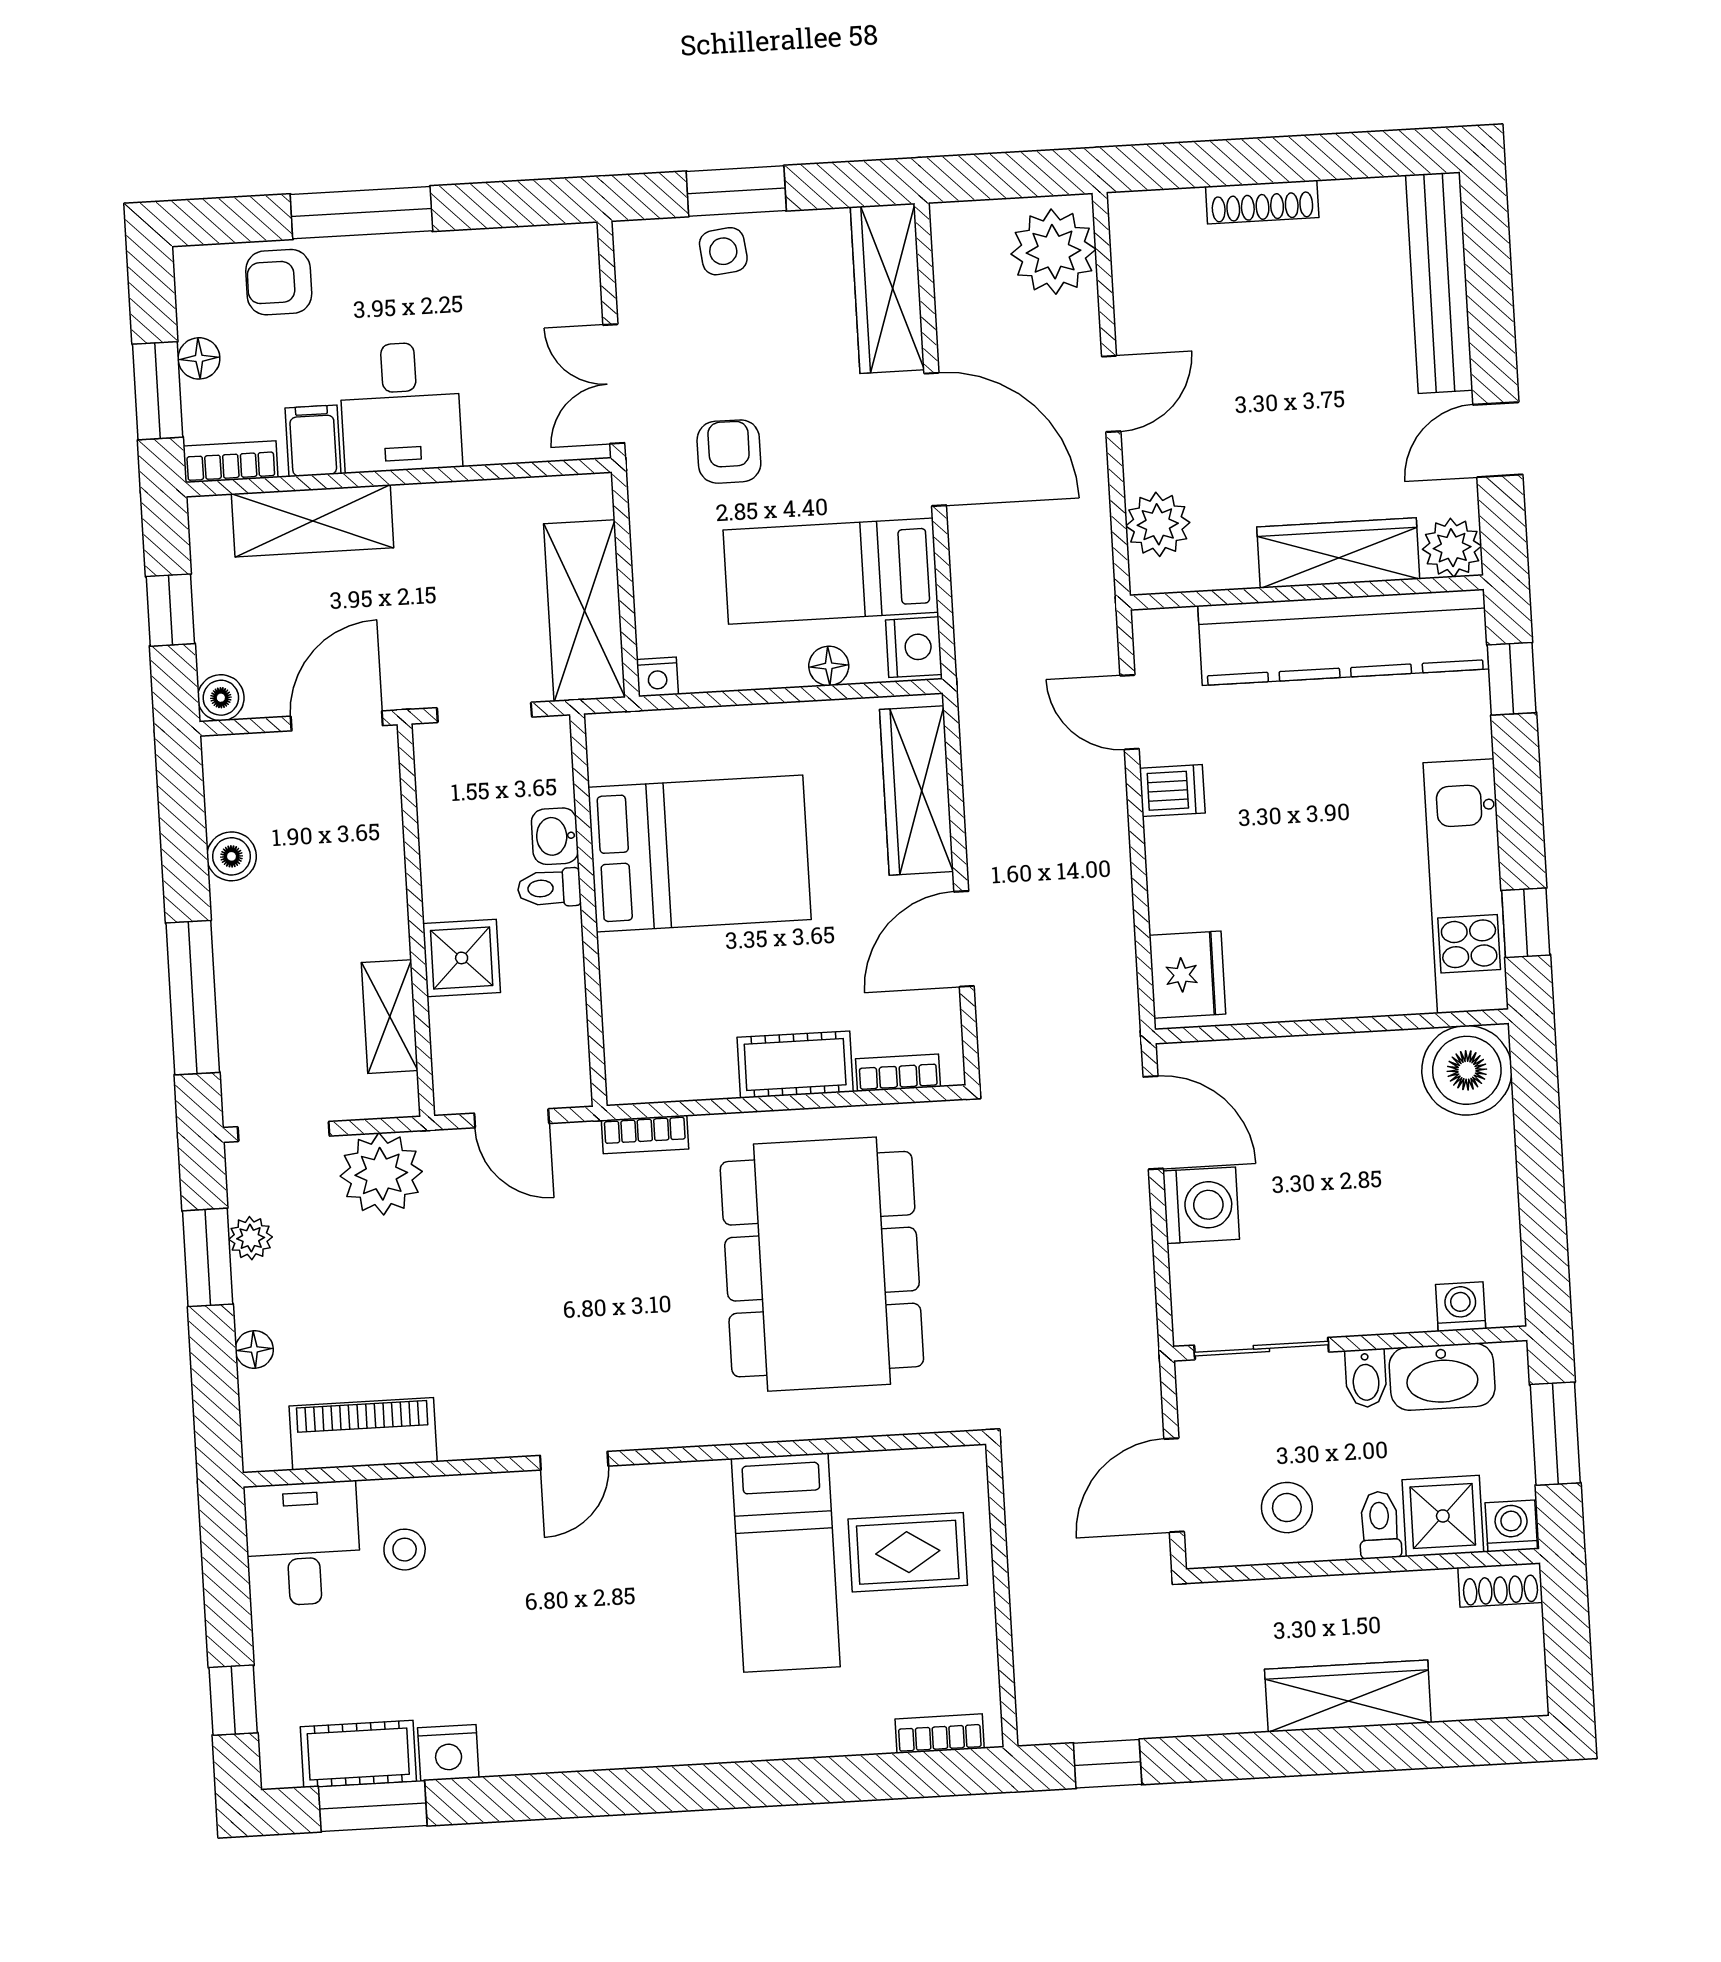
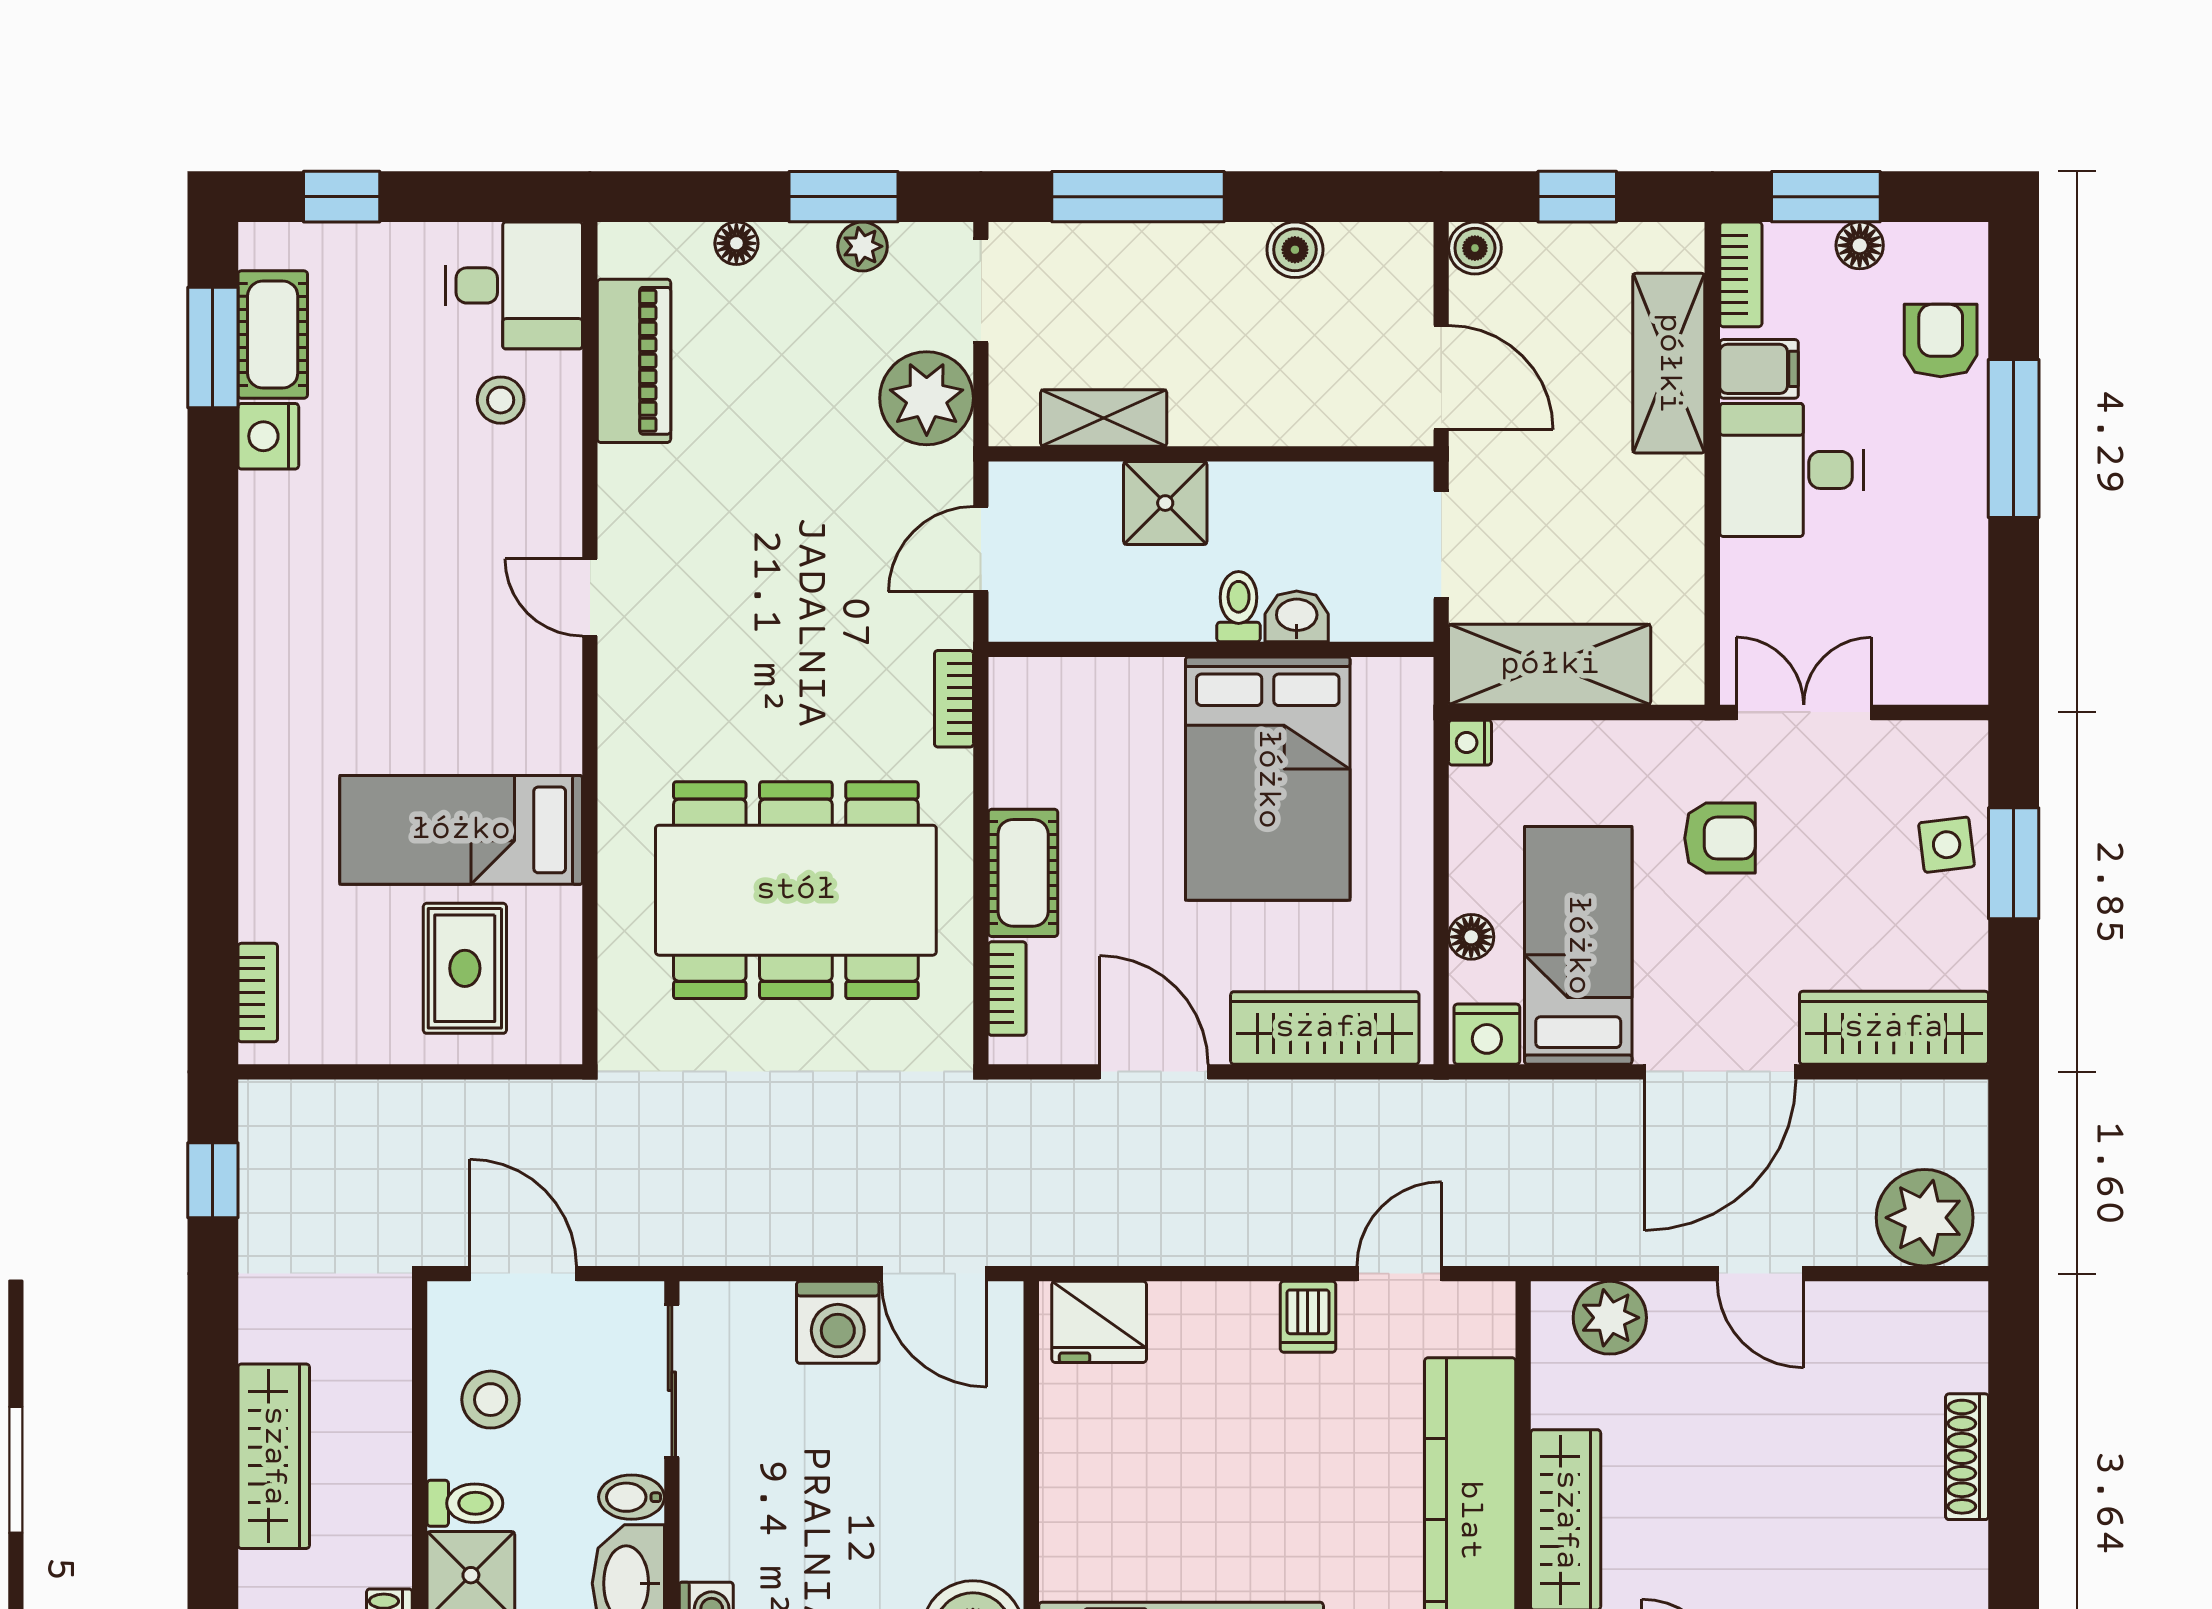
door: (1153, 1123) -> (934, 1274), hinge flipped

